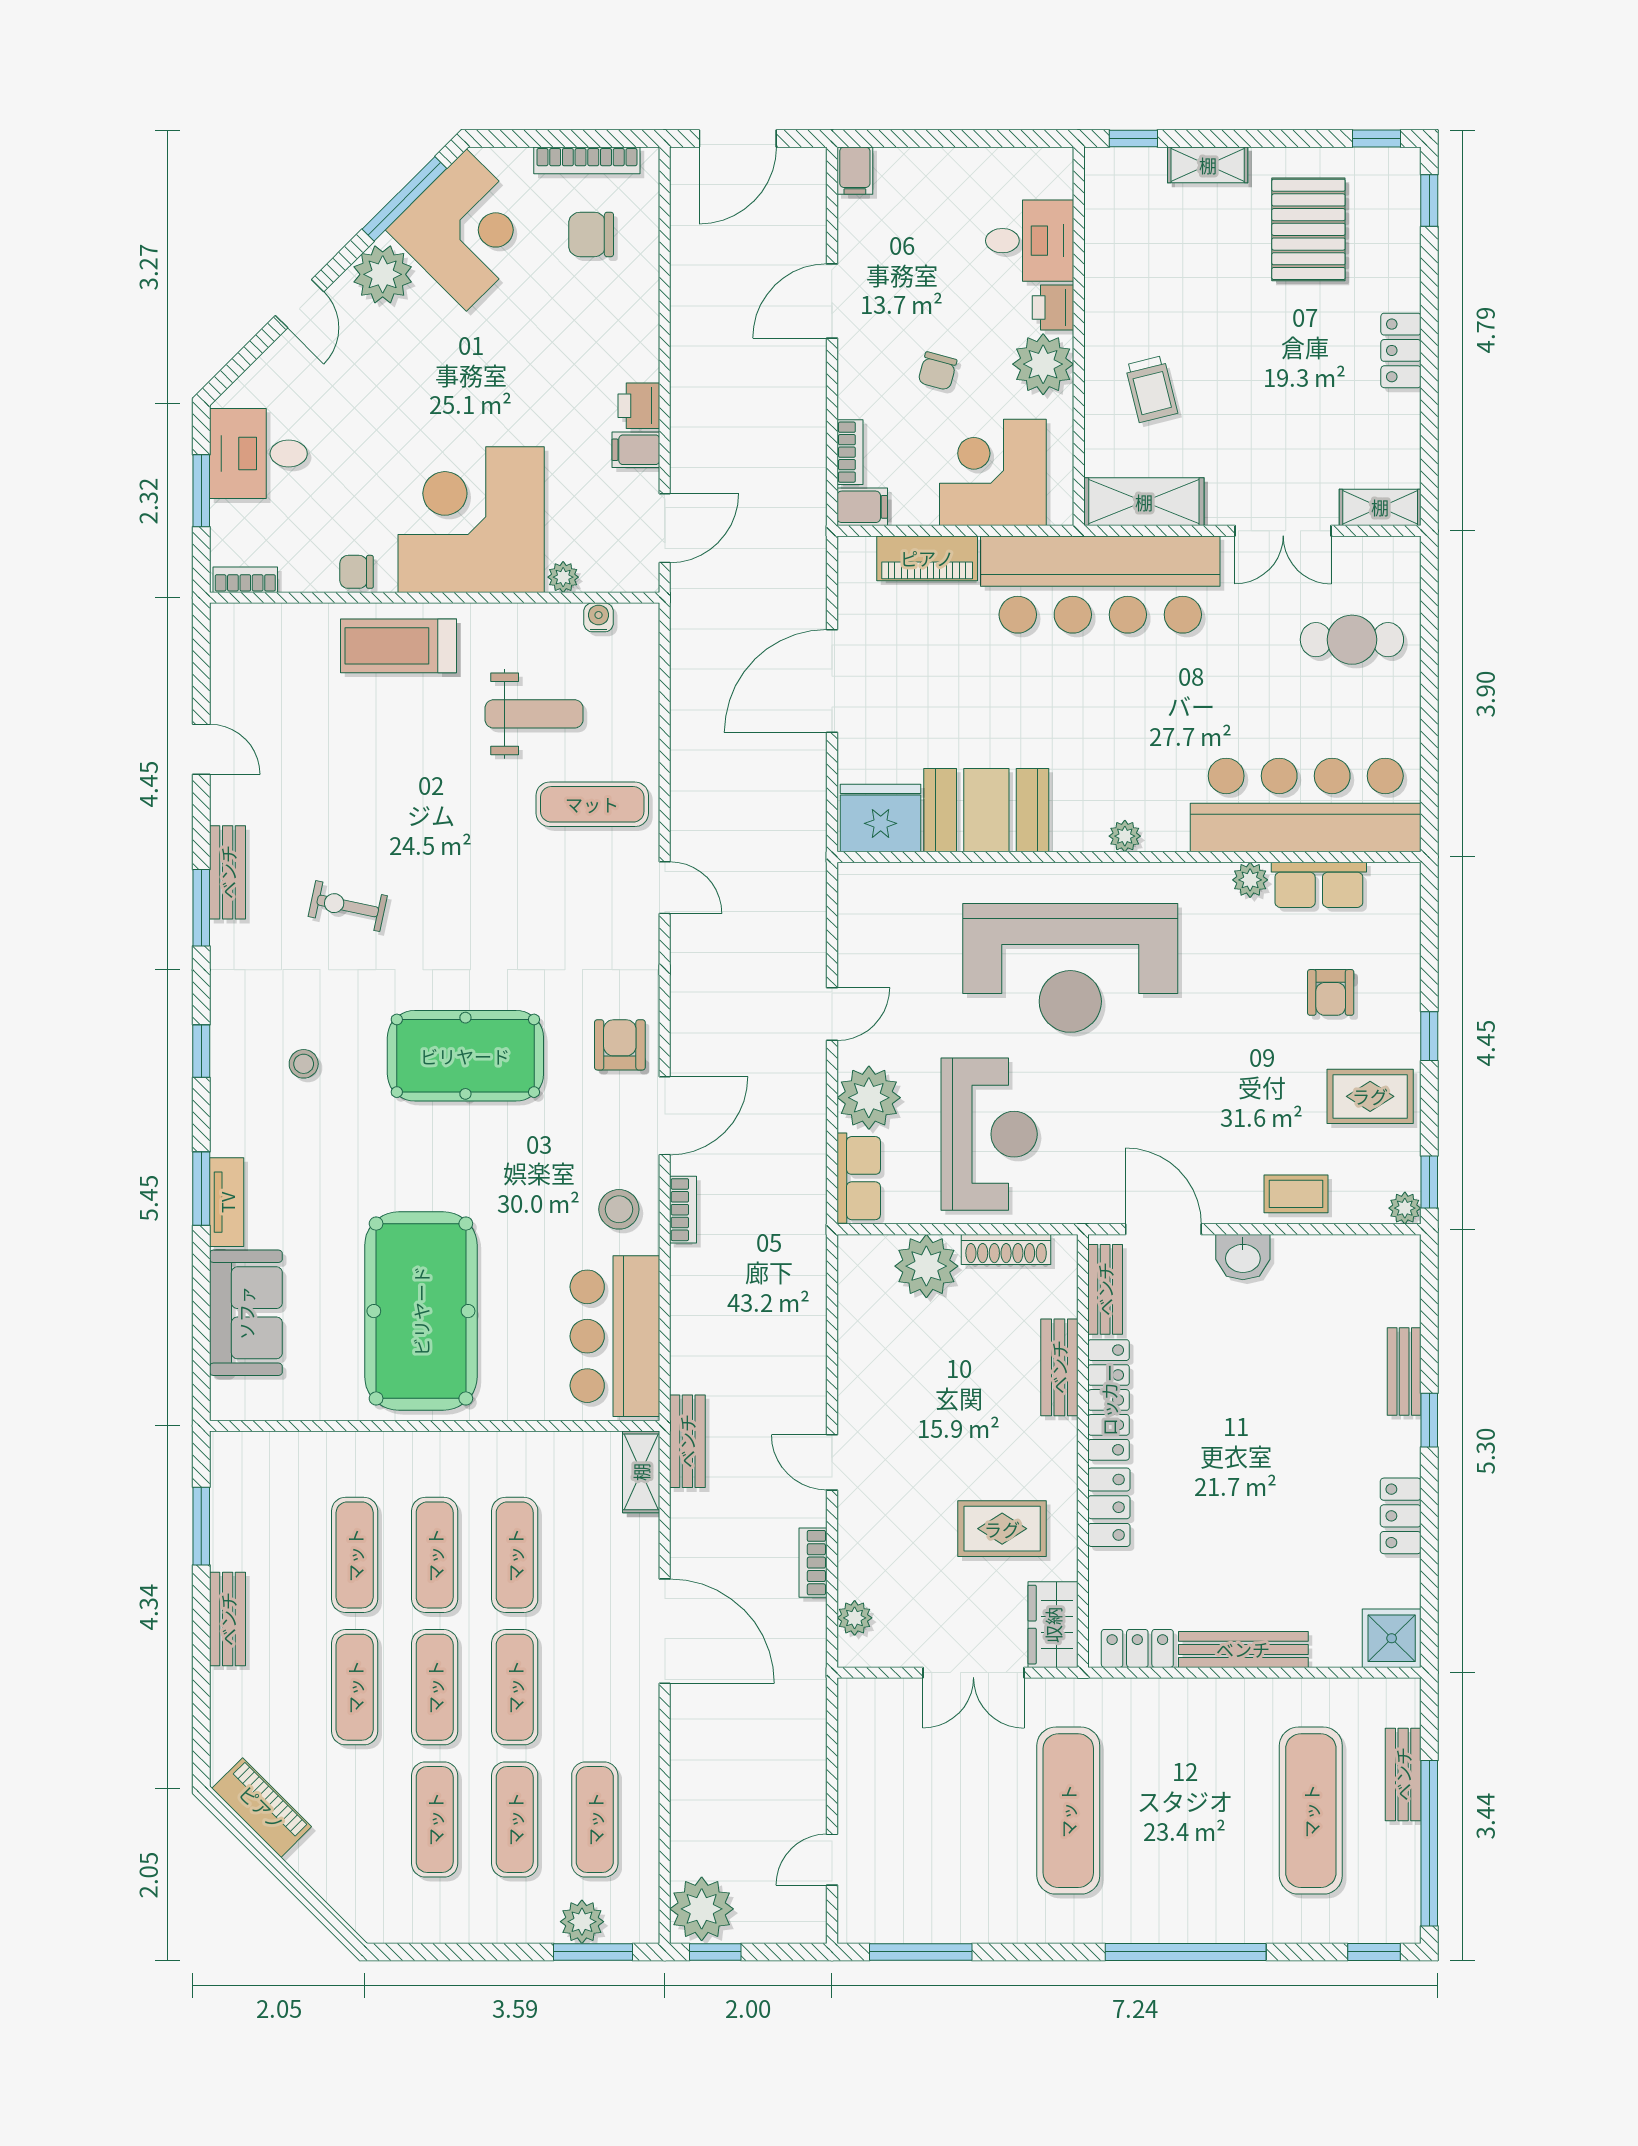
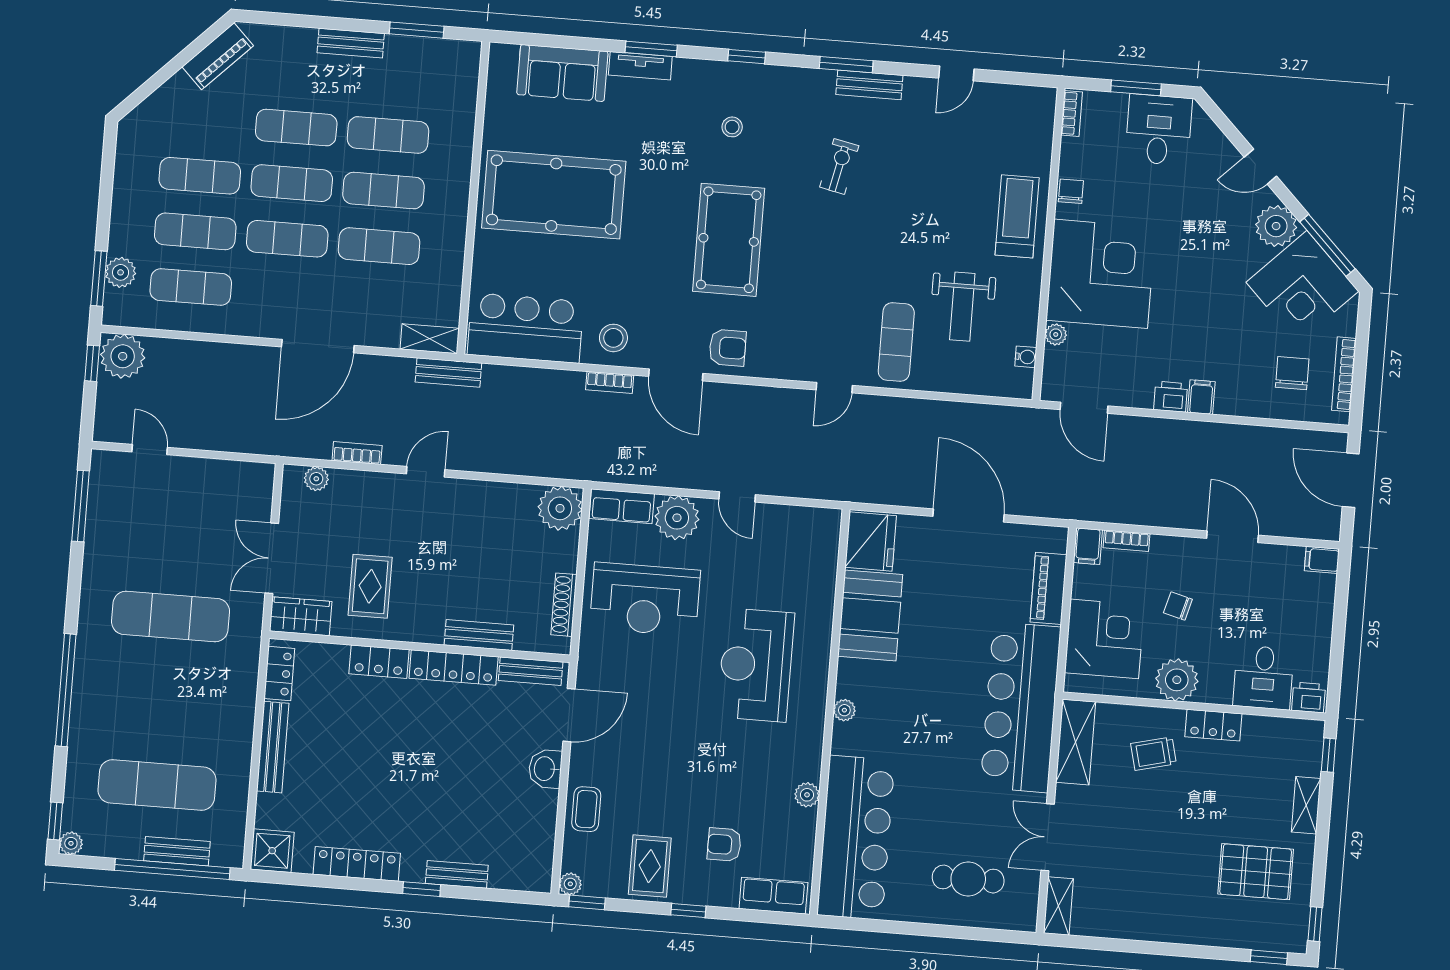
printer: (1053, 308) -> (1309, 697), moved
locker: (1401, 350) -> (1213, 725), moved, turned 180
filing cabinet: (636, 450) -> (1201, 397), moved
cafe table: (1352, 640) -> (968, 879), turned 90
row of seats: (1319, 885) -> (773, 896), moved, turned 90
reception desk: (1070, 968) -> (756, 665), width x0.74, depth x0.77
plant: (926, 1266) -> (560, 508), moved
locker: (1401, 1516) -> (357, 864), width x1.53
window: (1429, 1843) -> (172, 869), moved
plant: (1404, 1927) -> (71, 843), added

